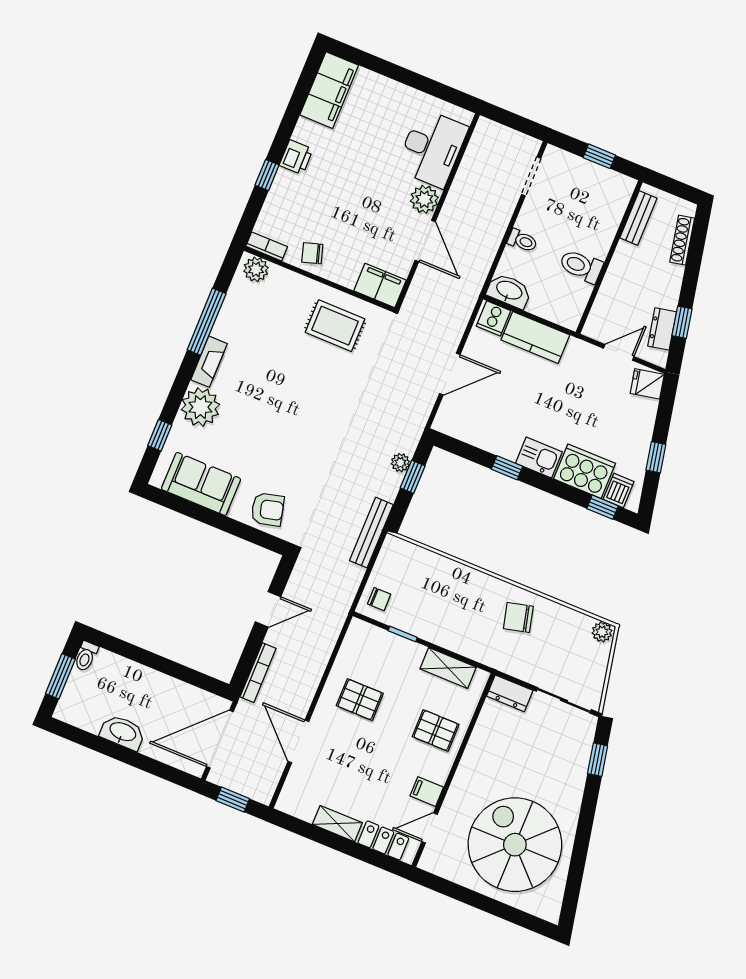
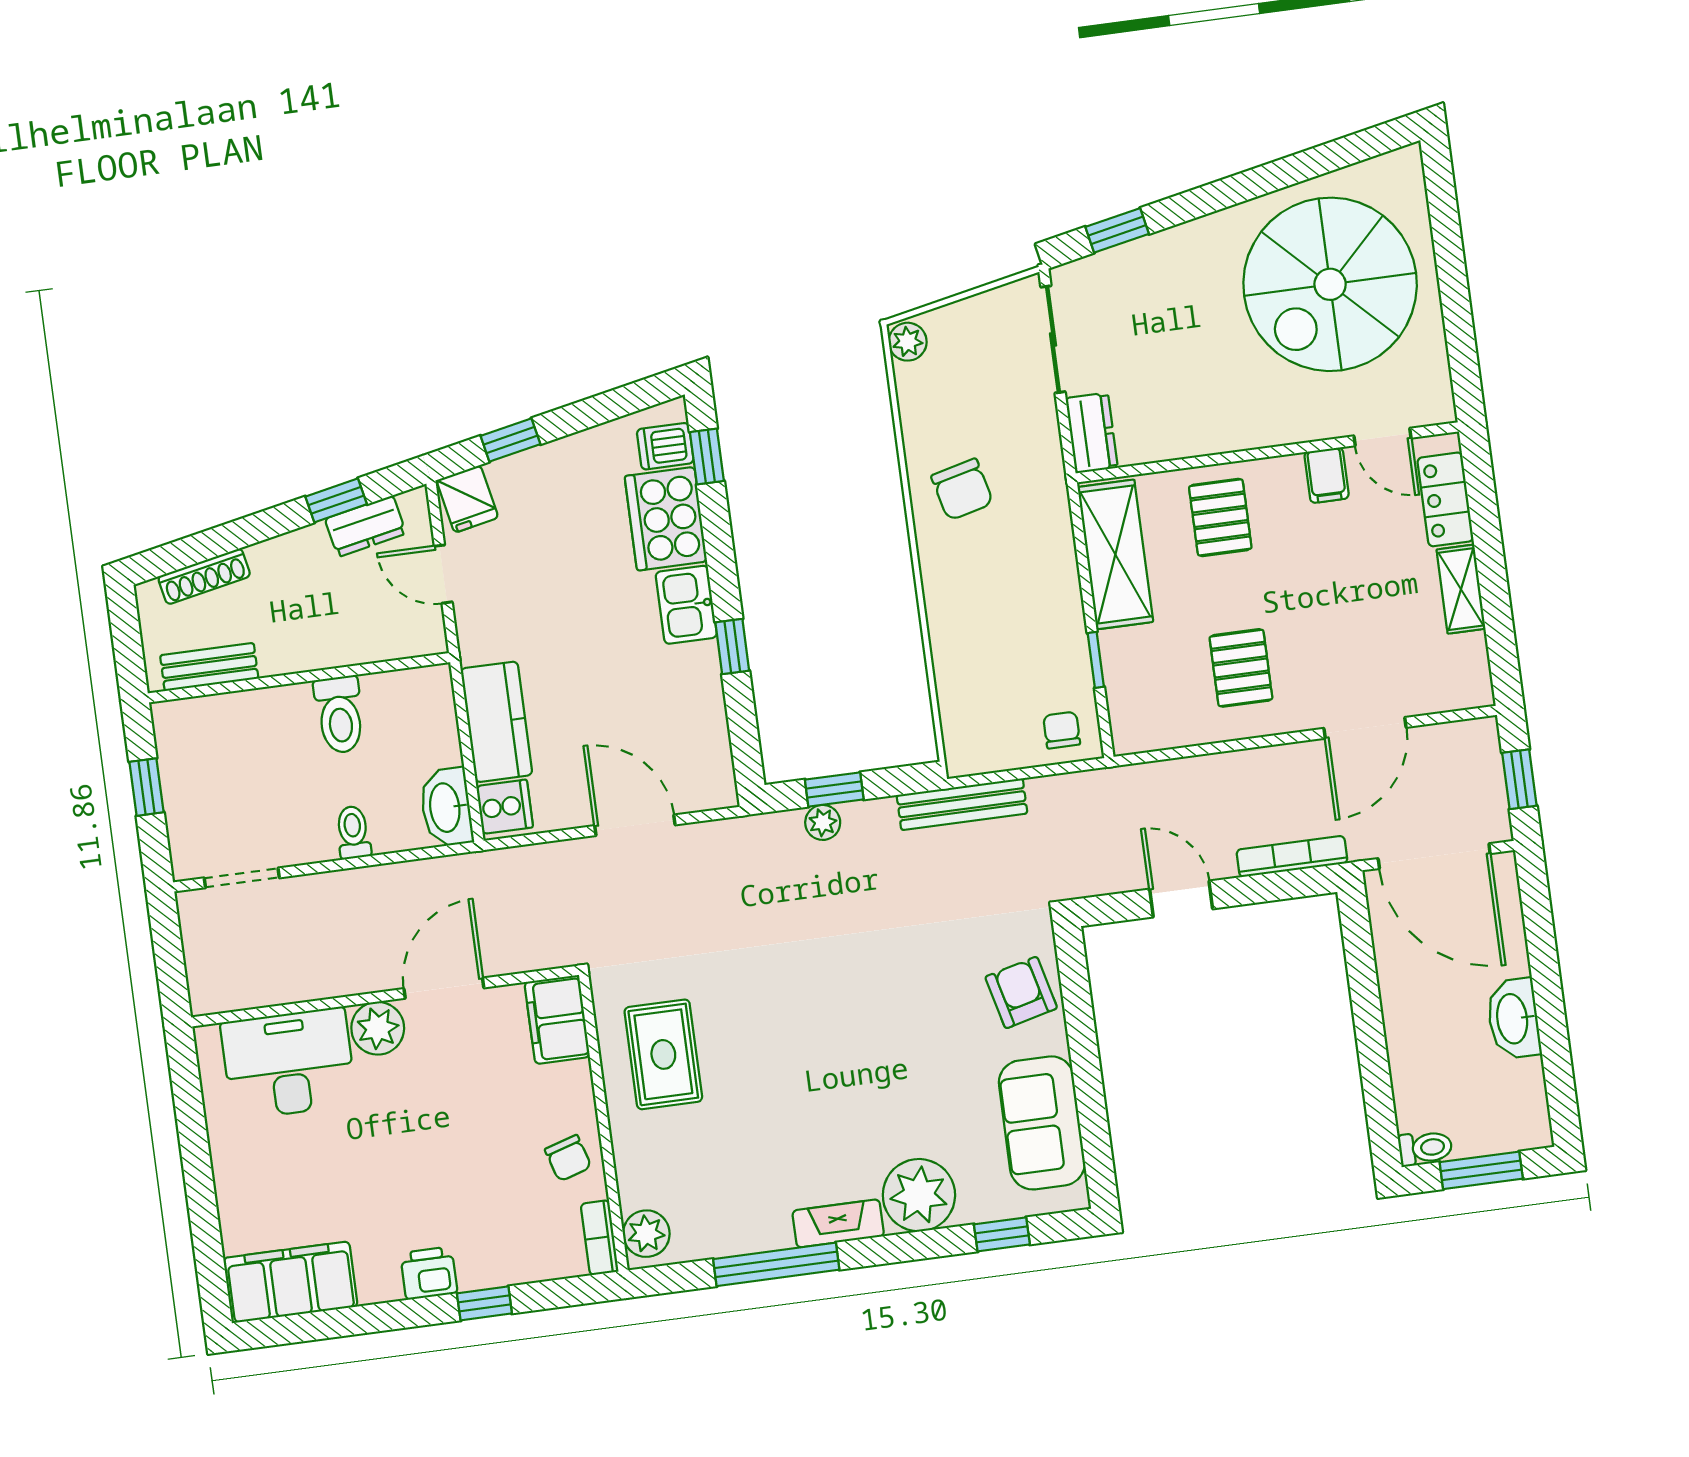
window: (656, 457) -> (510, 440), moved
shelving: (448, 668) -> (1115, 554), width x1.50, depth x1.33

